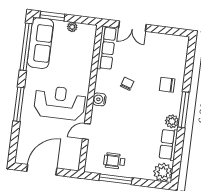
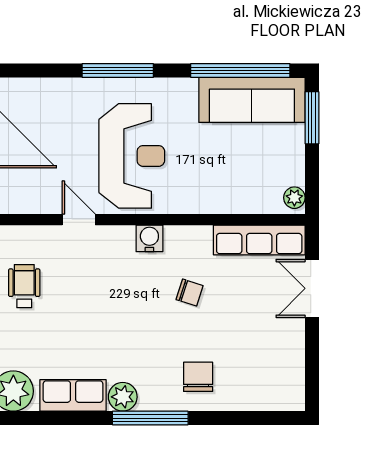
plant: (72, 27) -> (294, 198), moved

